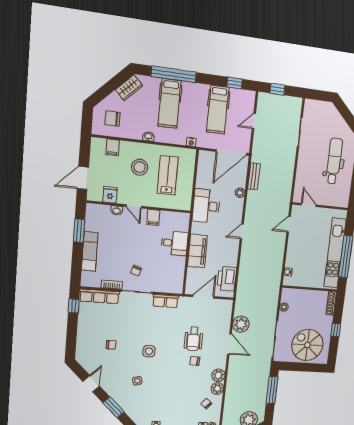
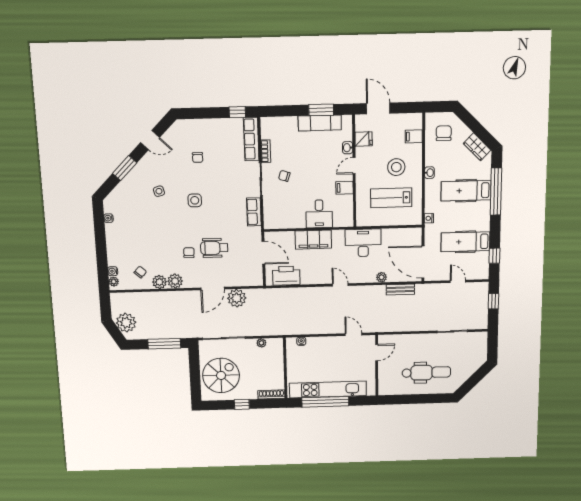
lab bench: (168, 175) -> (391, 198), turned 180
exam couch: (90, 251) -> (320, 123), moved

